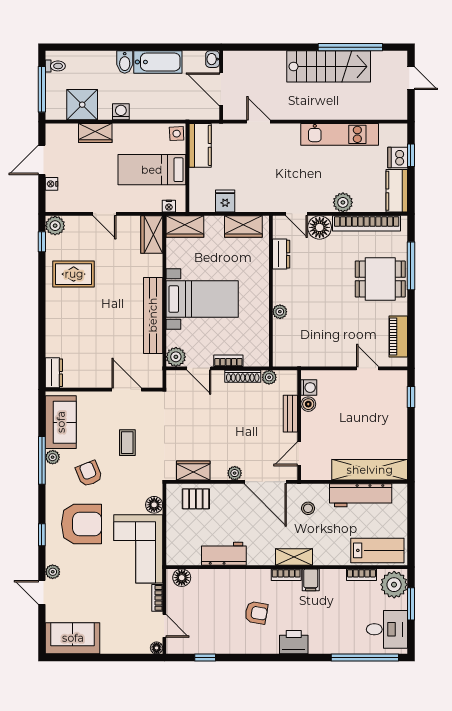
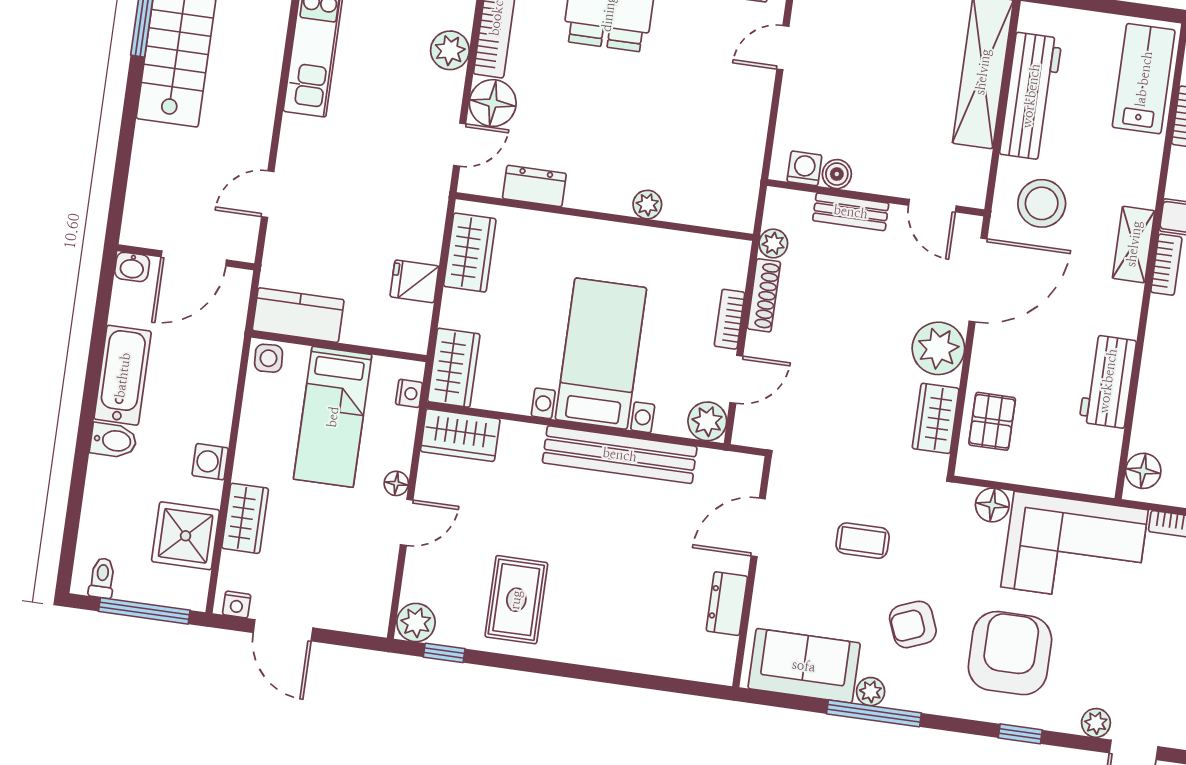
nightstand: (52, 184) -> (237, 605), moved
floor lamp: (123, 206) -> (396, 483), added
dresser: (54, 373) -> (727, 604), moved, turned -90
plant: (235, 473) -> (938, 348), width x1.87, depth x1.87
stool: (308, 508) -> (1042, 203), width x1.89, depth x1.89

